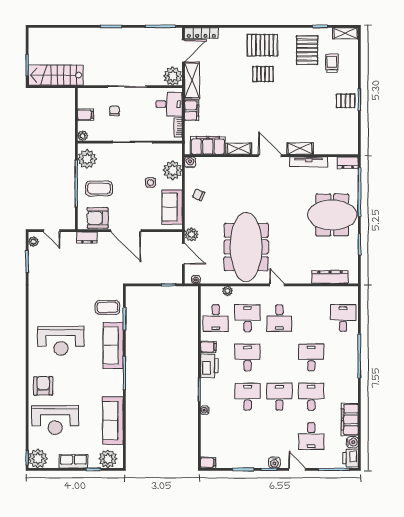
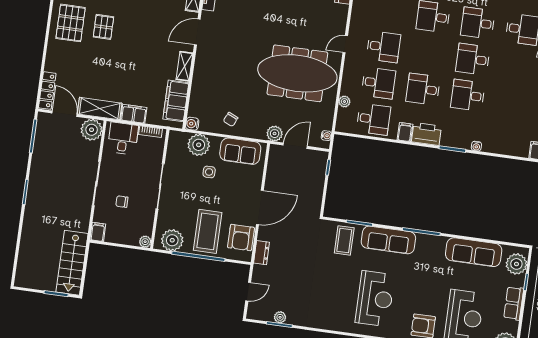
filing cabinet: (85, 115) -> (98, 232), moved
coffee table: (99, 188) -> (208, 231), width x1.36, depth x1.32
plant: (33, 242) -> (280, 317), moved
desk: (248, 318) -> (378, 83), turned 180

